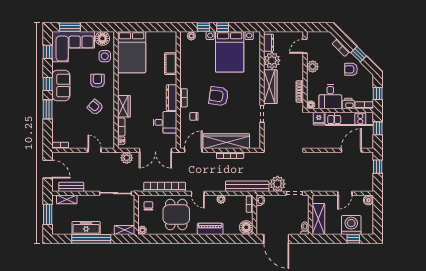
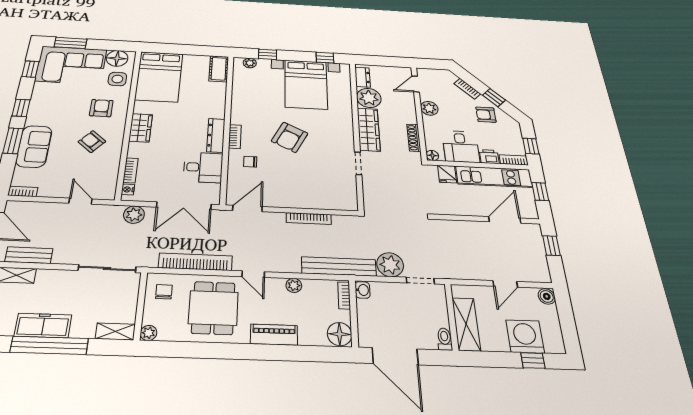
window: (223, 27) -> (325, 58), moved
cot: (171, 64) -> (219, 69), moved
sofa: (61, 85) -> (34, 146), moved
armchair: (219, 96) -> (290, 137), turned -71
wardrobe: (124, 106) -> (141, 128), moved
wardrobe: (226, 141) -> (302, 198), removed

